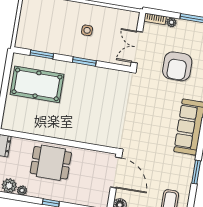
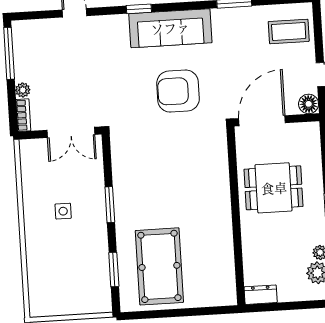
armchair: (177, 66) -> (178, 91), moved, turned 180
dining table: (51, 163) -> (274, 188), moved, turned 90

